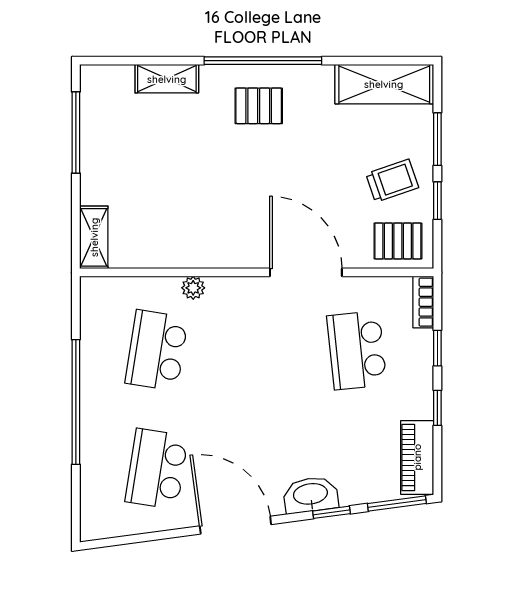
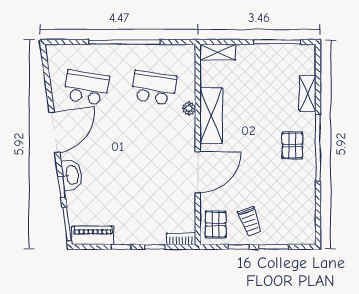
shelving: (384, 84) -> (211, 116), moved
school desk: (357, 350) -> (154, 201), removed

